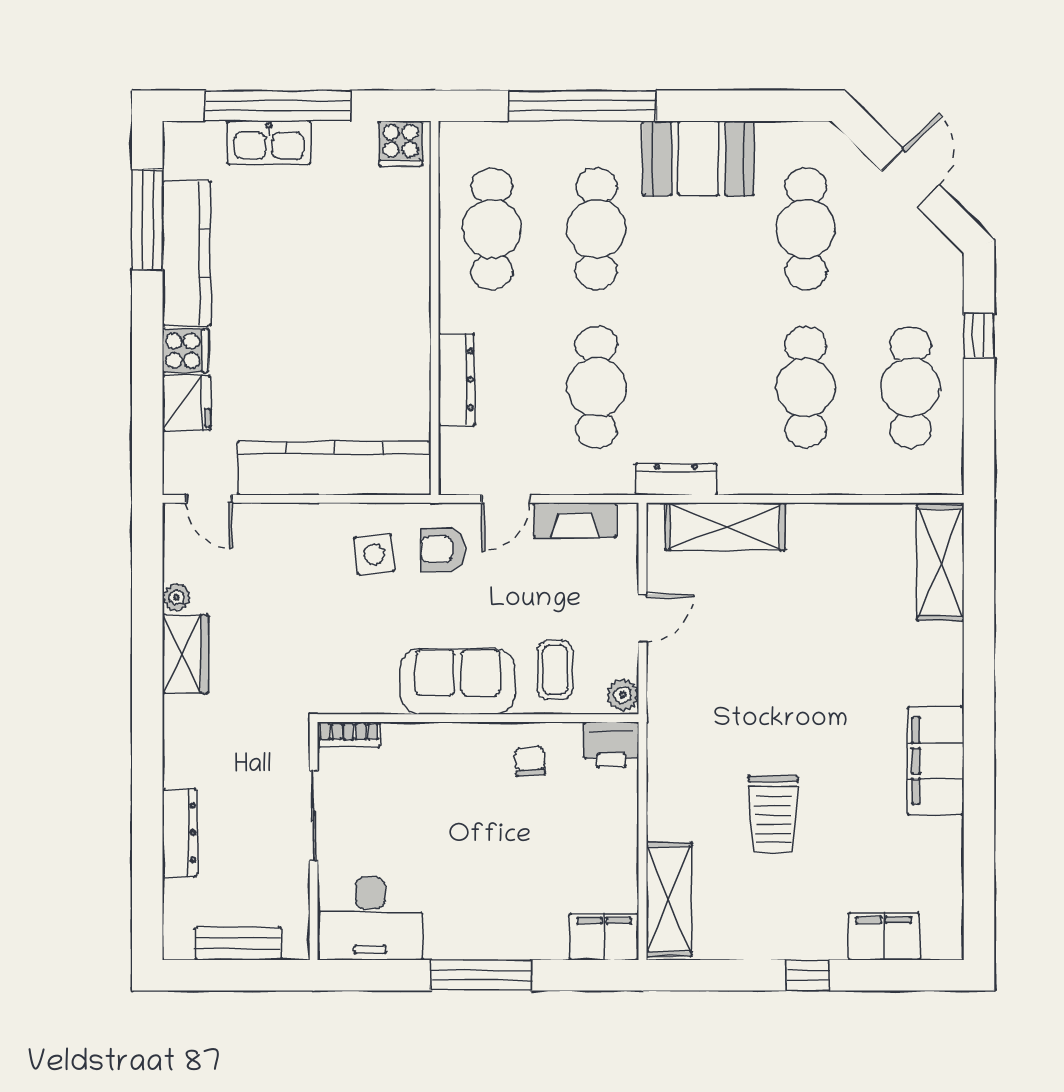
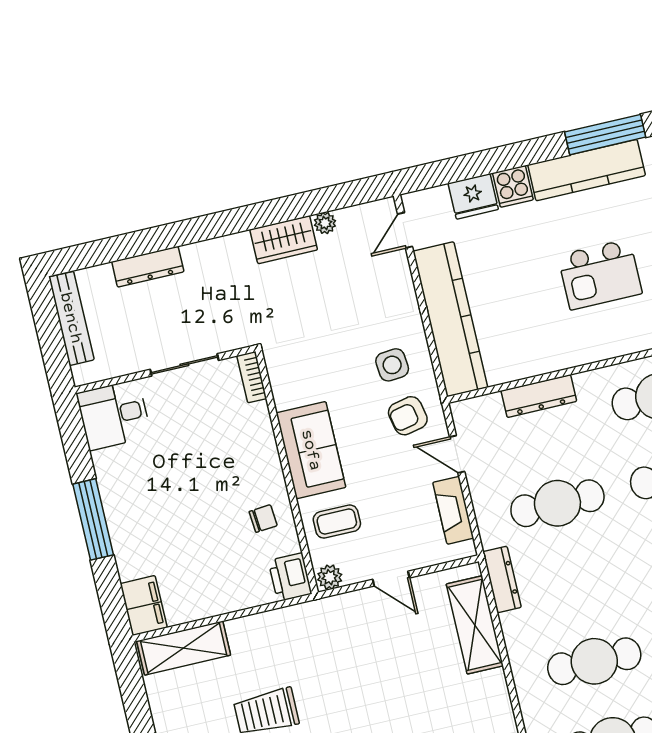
kitchen island: (321, 267) -> (600, 274), added
armchair: (443, 550) -> (408, 416), turned -102
desk: (370, 919) -> (114, 415), width x0.73
bench: (238, 944) -> (71, 318), width x1.36

